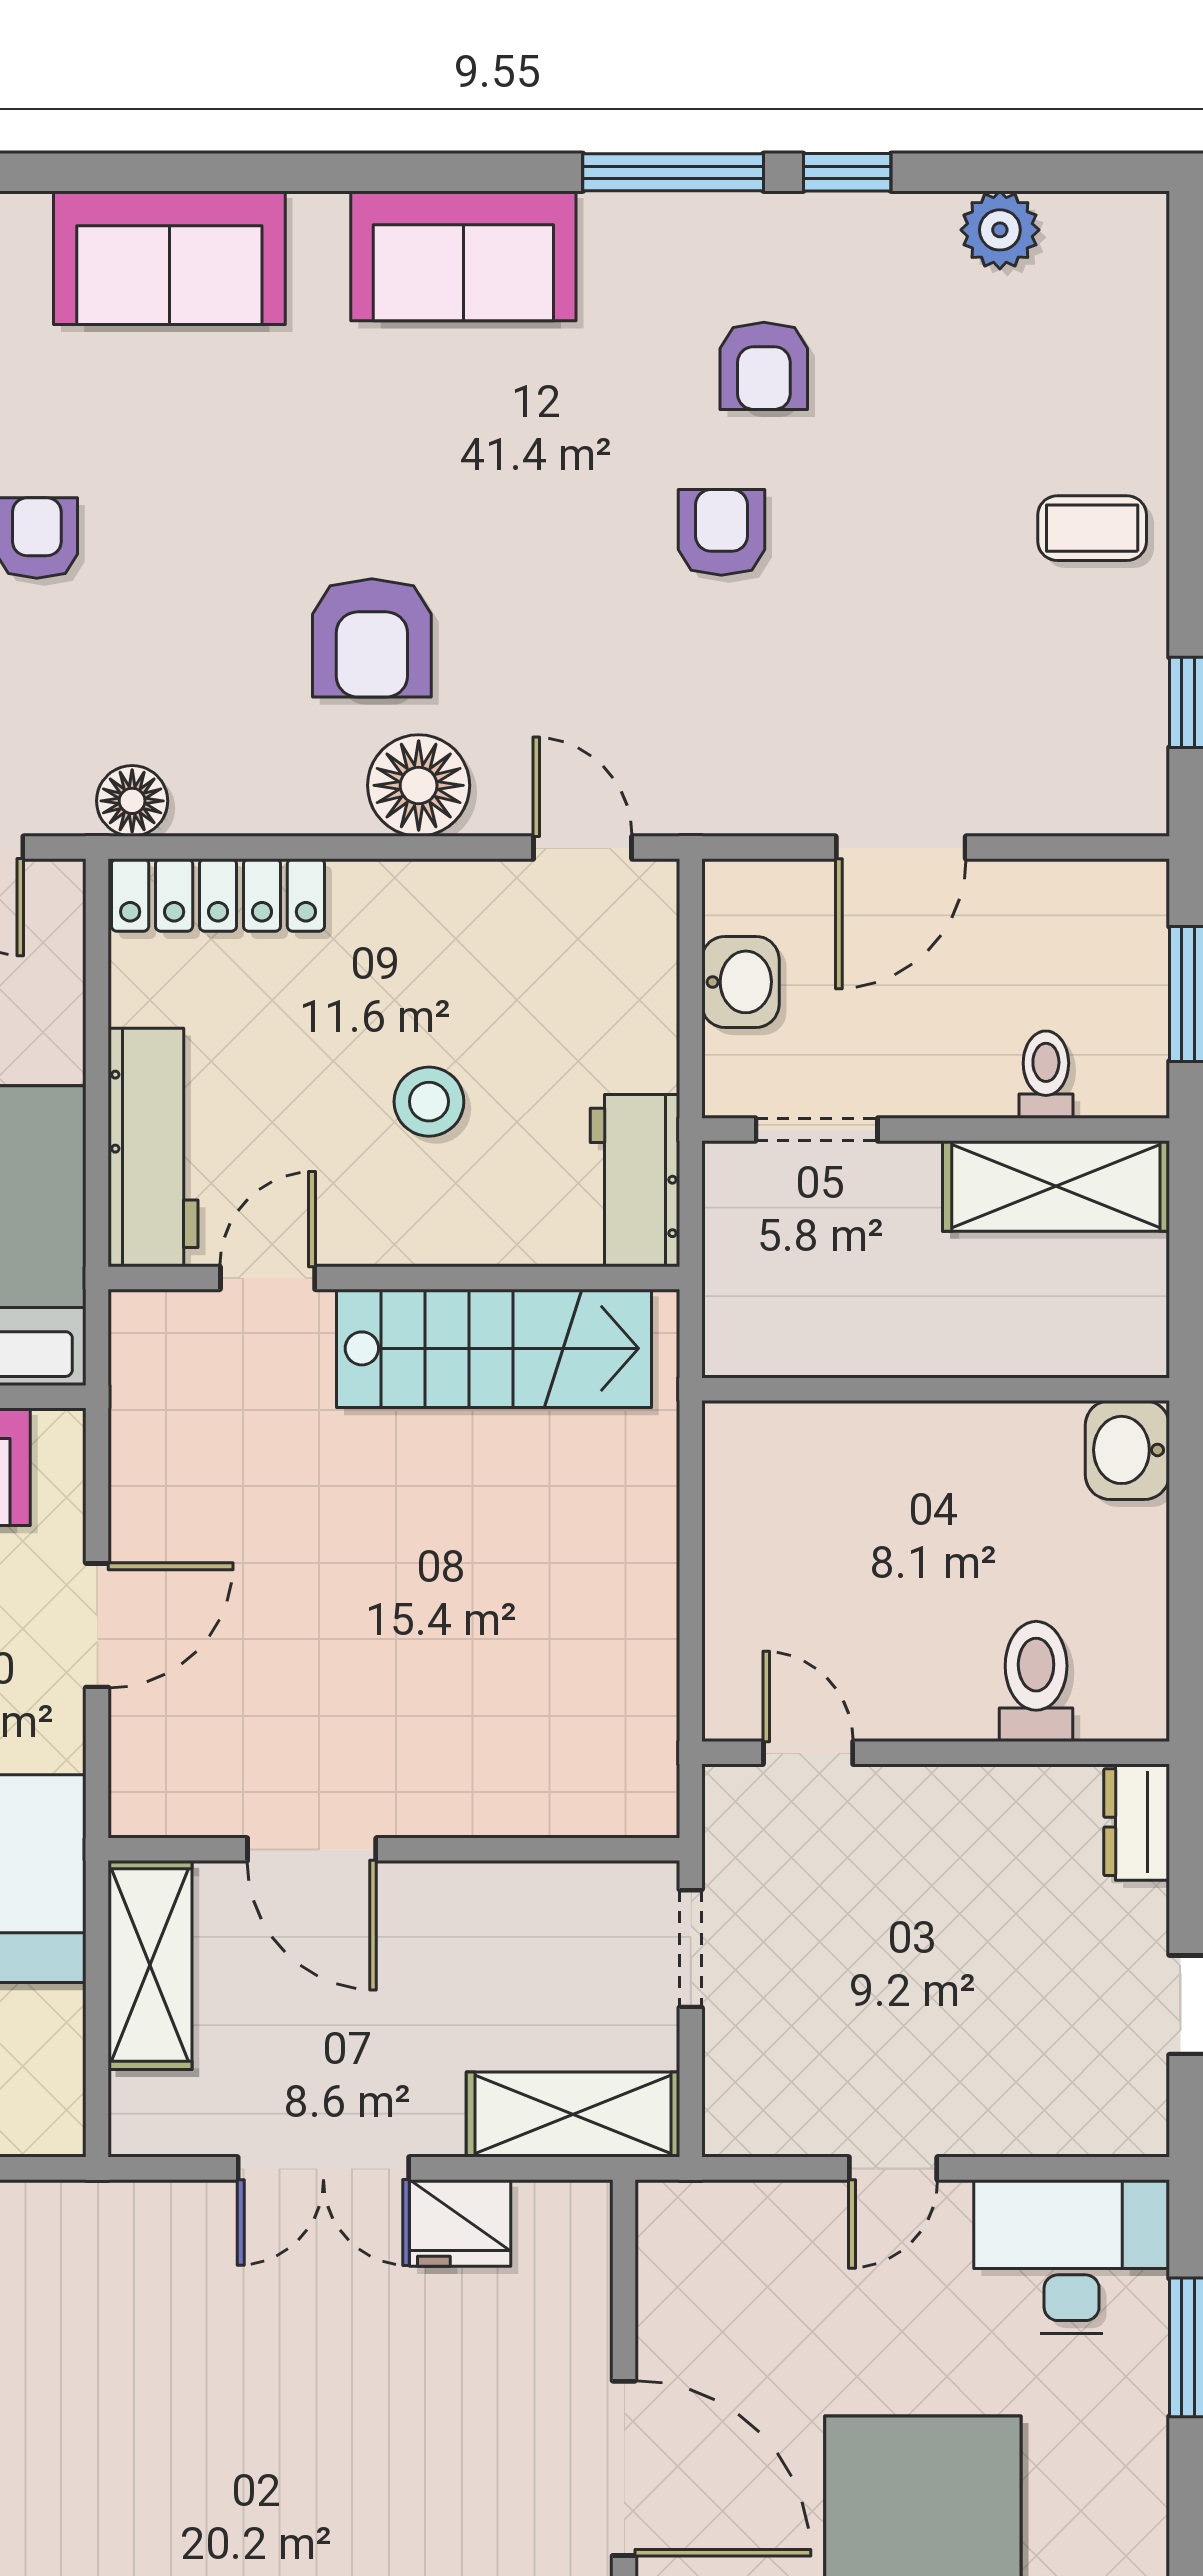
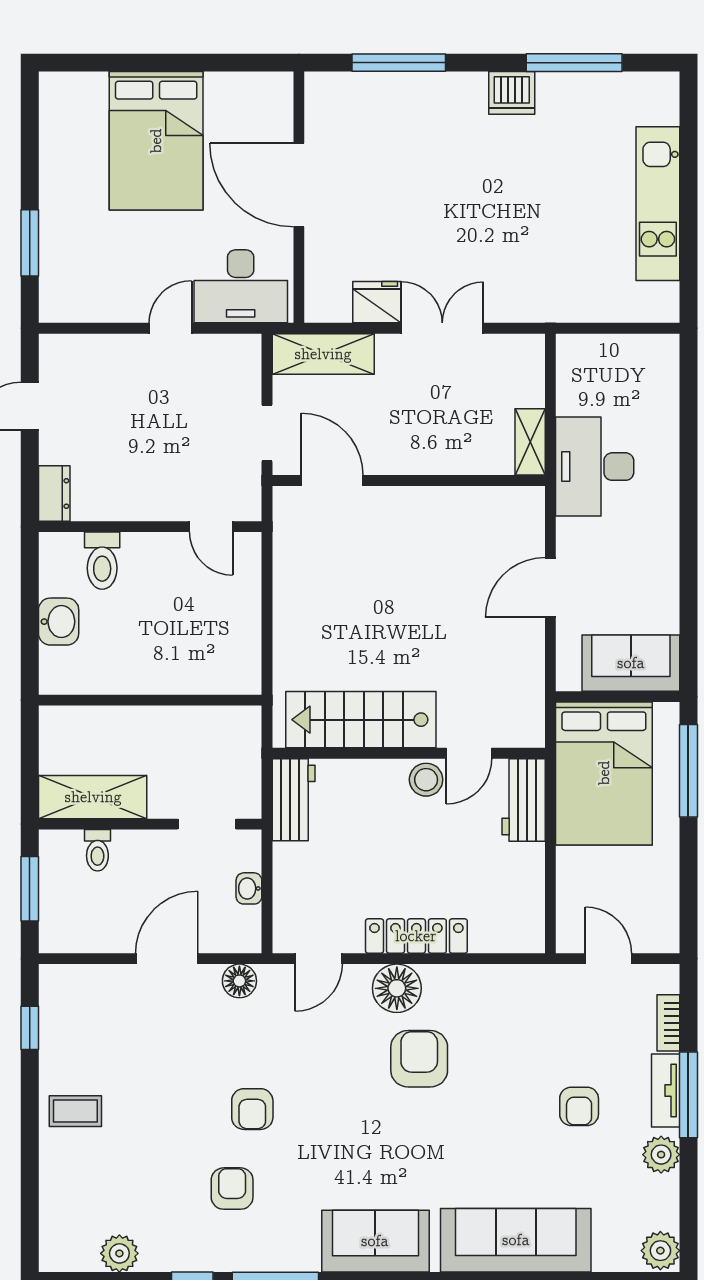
sofa: (169, 258) -> (516, 1240), width x1.36
floor lamp: (132, 801) -> (239, 981), moved
door: (583, 848) -> (319, 959), hinge flipped
locker: (218, 895) -> (416, 936), moved
washbasin: (740, 982) -> (249, 888), width x0.72, depth x0.69
stool: (429, 1102) -> (426, 780), moved
workbench: (153, 1147) -> (524, 800), width x0.73
washbasin: (1127, 1450) -> (59, 622), moved
door: (312, 1849) -> (332, 481), moved
shelving: (150, 1965) -> (530, 442), width x0.67, depth x0.75
desk: (1072, 2256) -> (241, 286), moved

